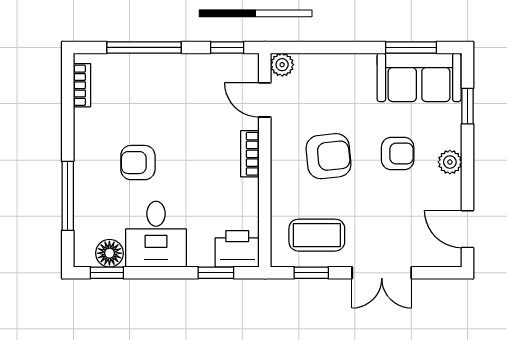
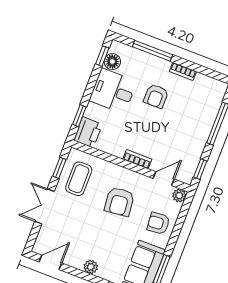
bookcase: (82, 85) -> (183, 71), moved
armchair: (398, 154) -> (158, 223), moved, turned 85
armchair: (138, 163) -> (156, 96), turned 180

